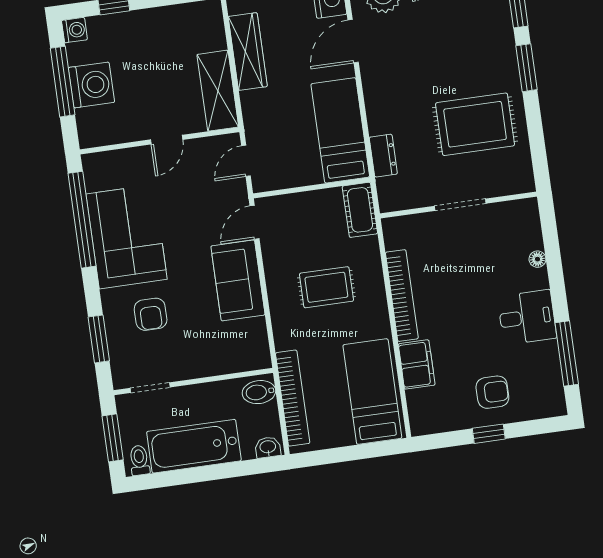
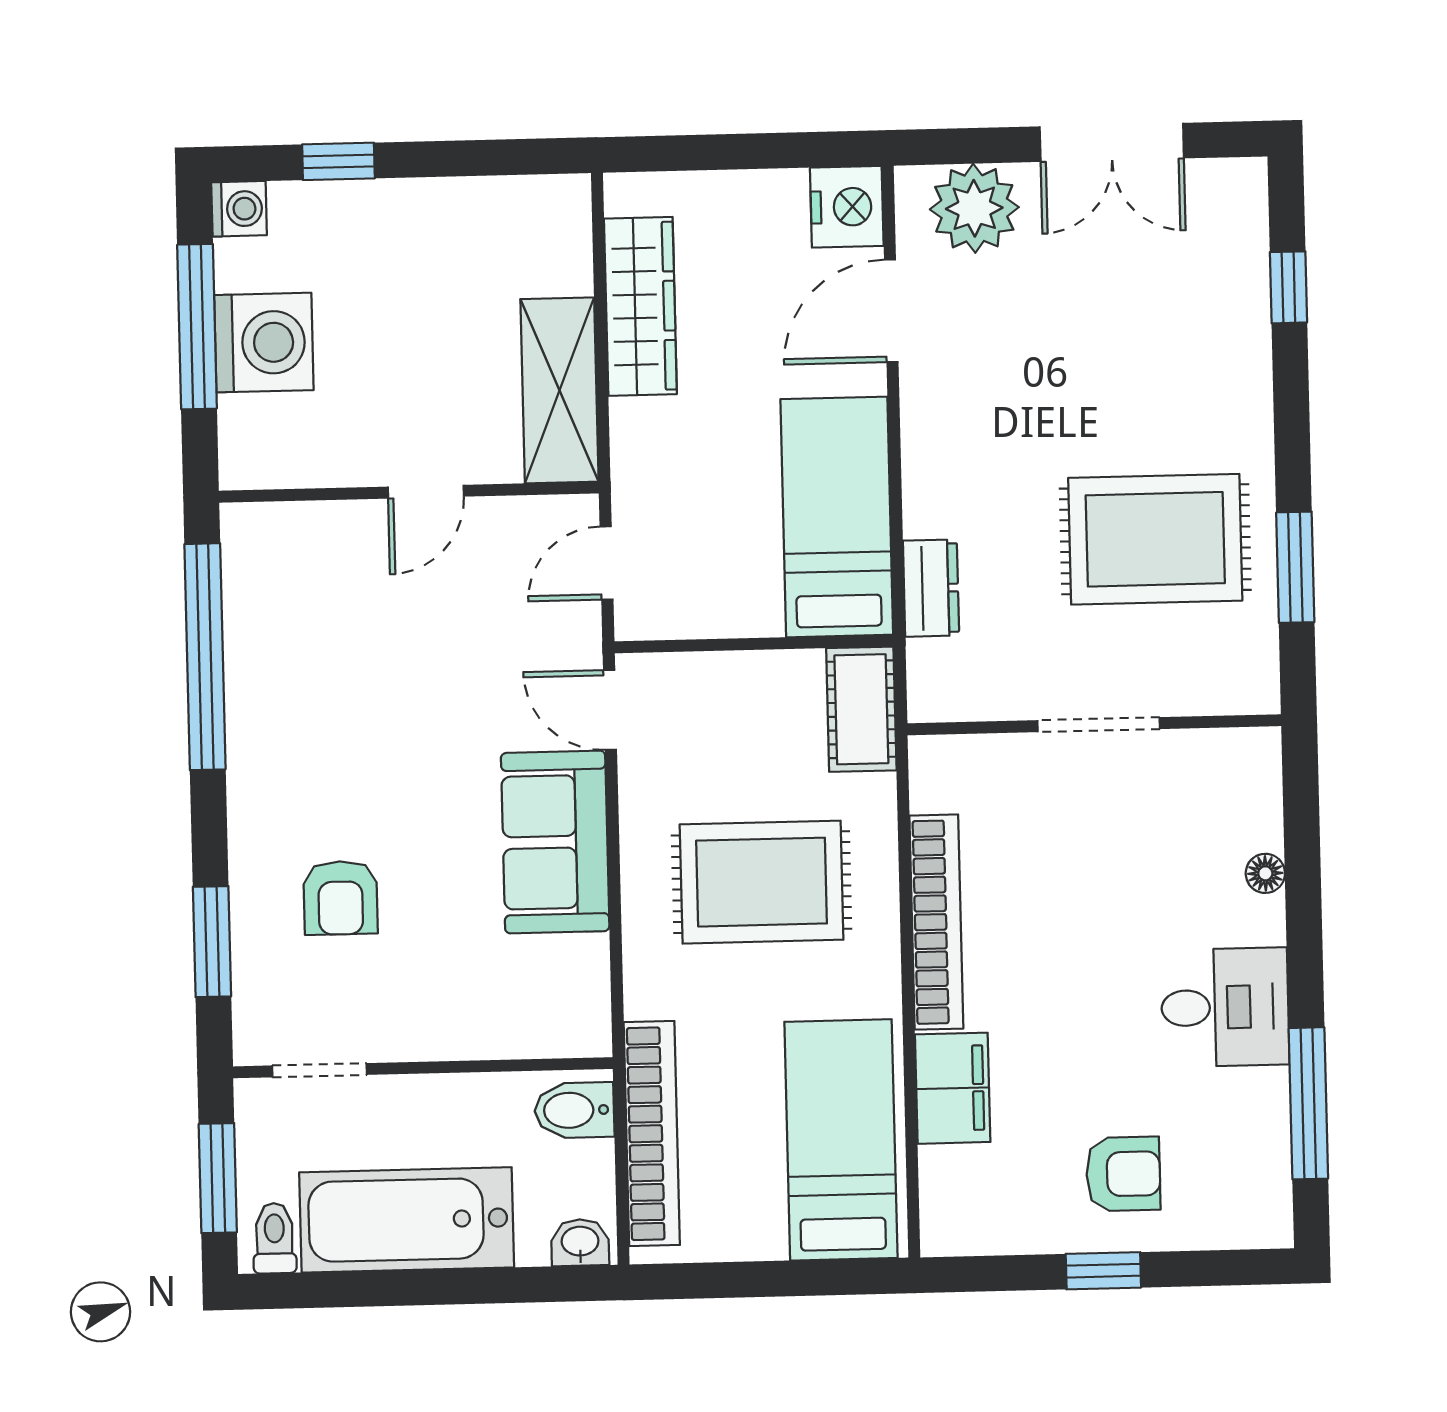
window: (527, 68) -> (1295, 567), moved
door: (255, 222) -> (610, 710), hinge flipped
corner sofa: (127, 237) -> (305, 709), removed
rug: (326, 287) -> (762, 882), width x1.36, depth x1.43

